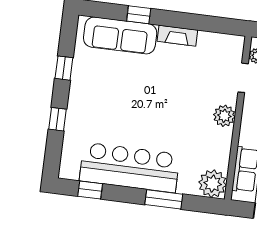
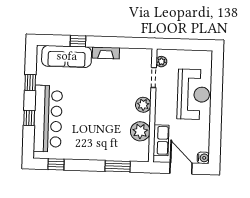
bar counter: (130, 168) -> (48, 119), moved, turned 90
plant: (213, 184) -> (140, 131), moved
window: (164, 199) -> (118, 166), moved

